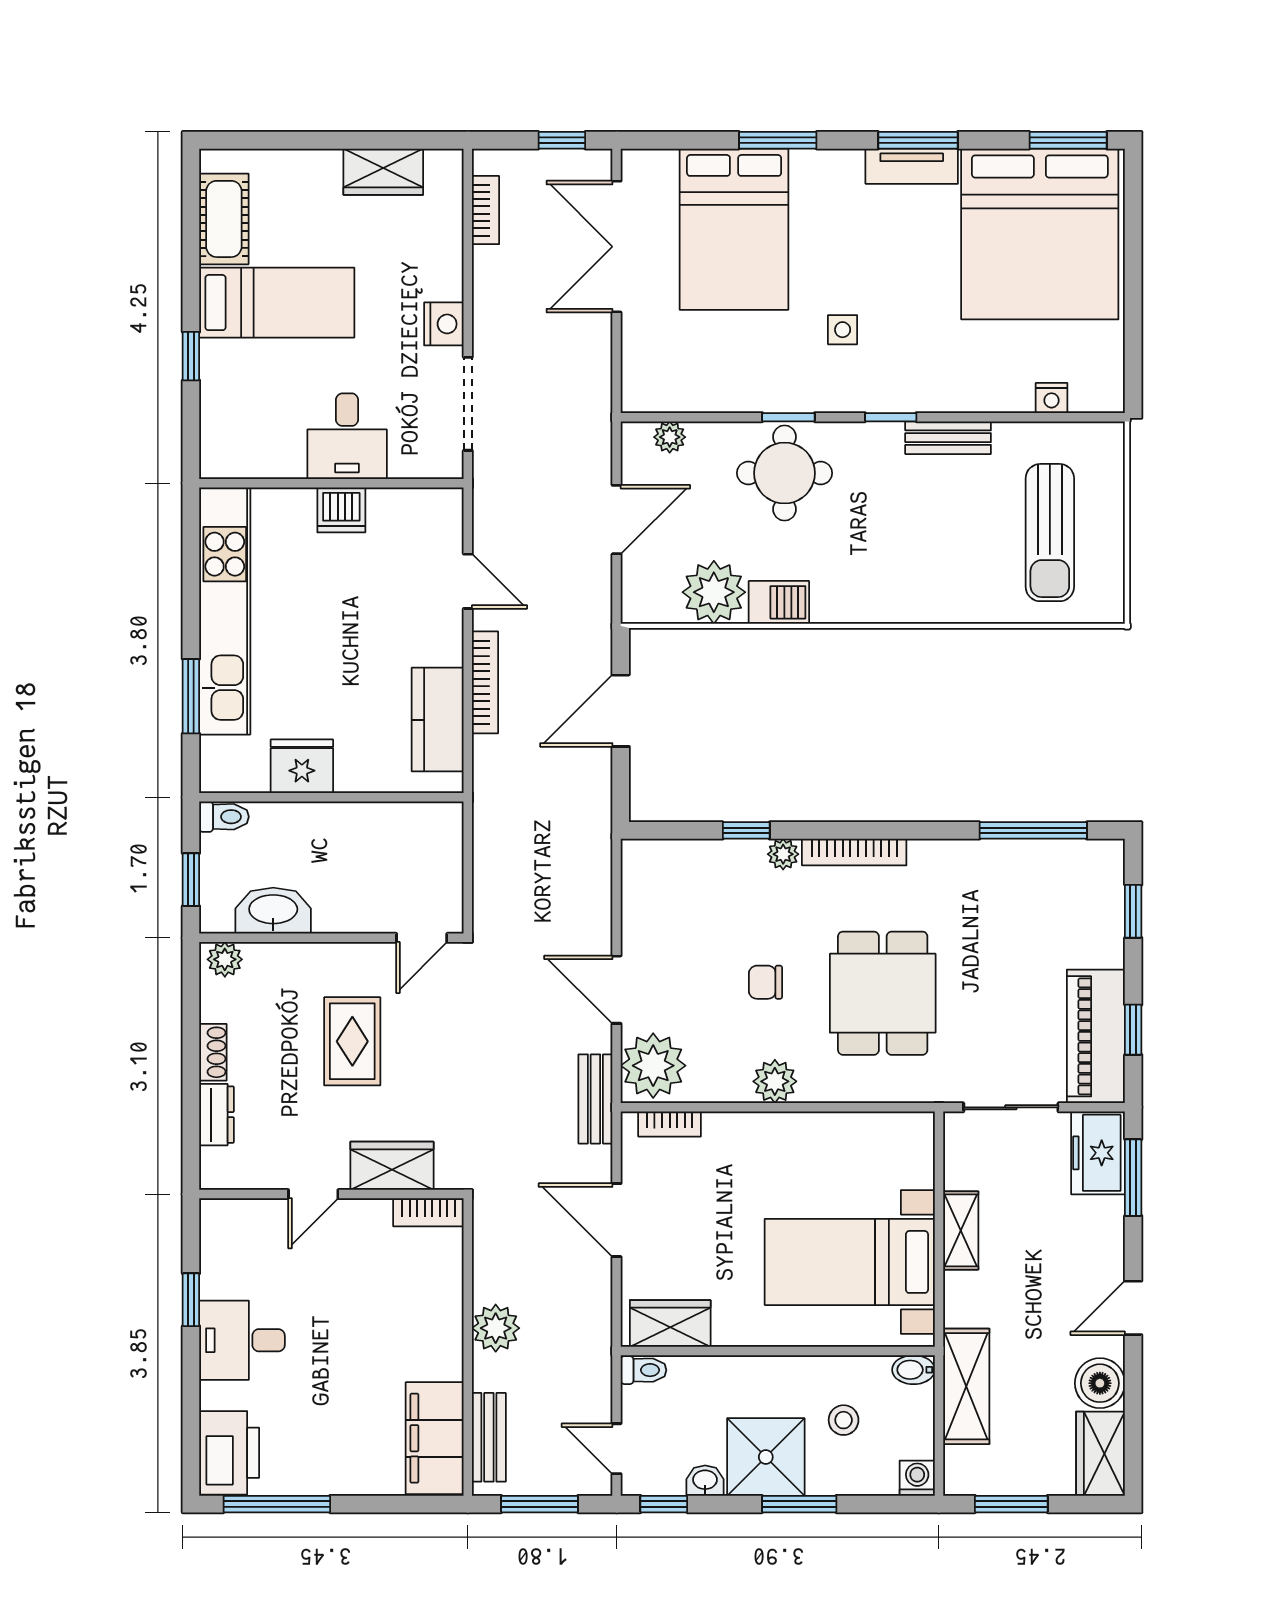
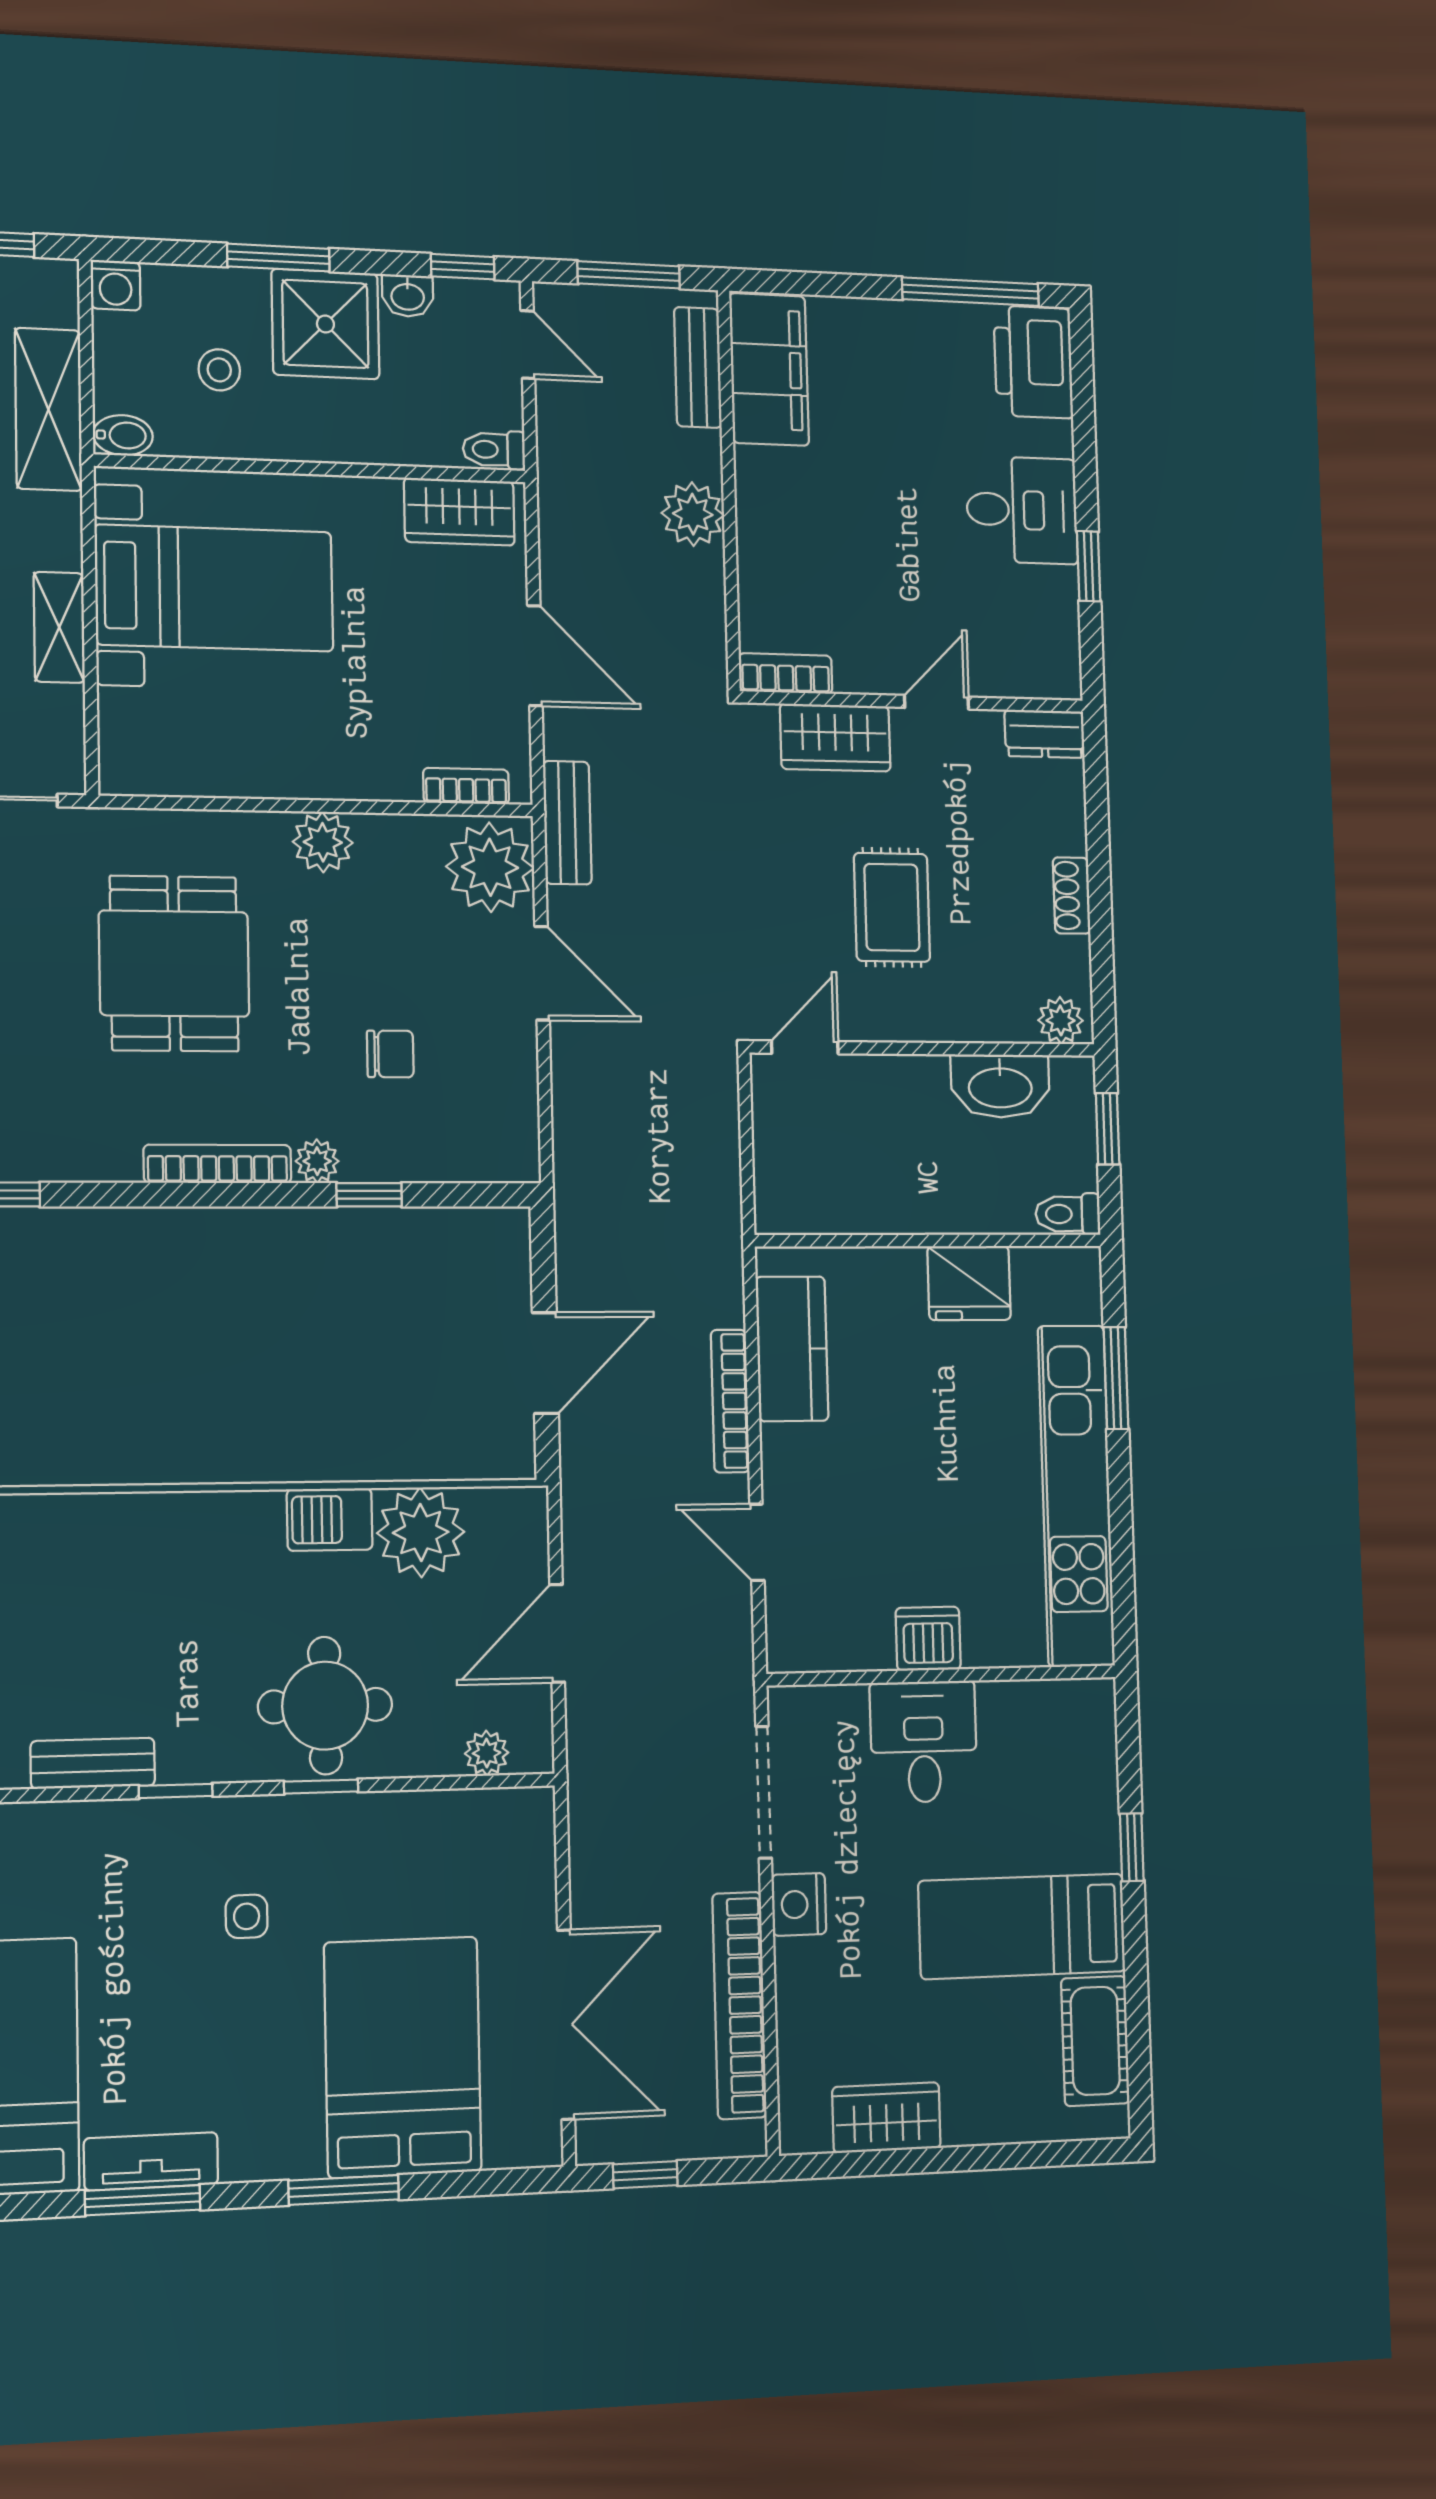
bookcase: (486, 210) -> (739, 2005), width x2.31, depth x1.31
chair: (765, 982) -> (390, 1054), moved
dresser: (217, 1115) -> (1044, 734), moved, turned -90

